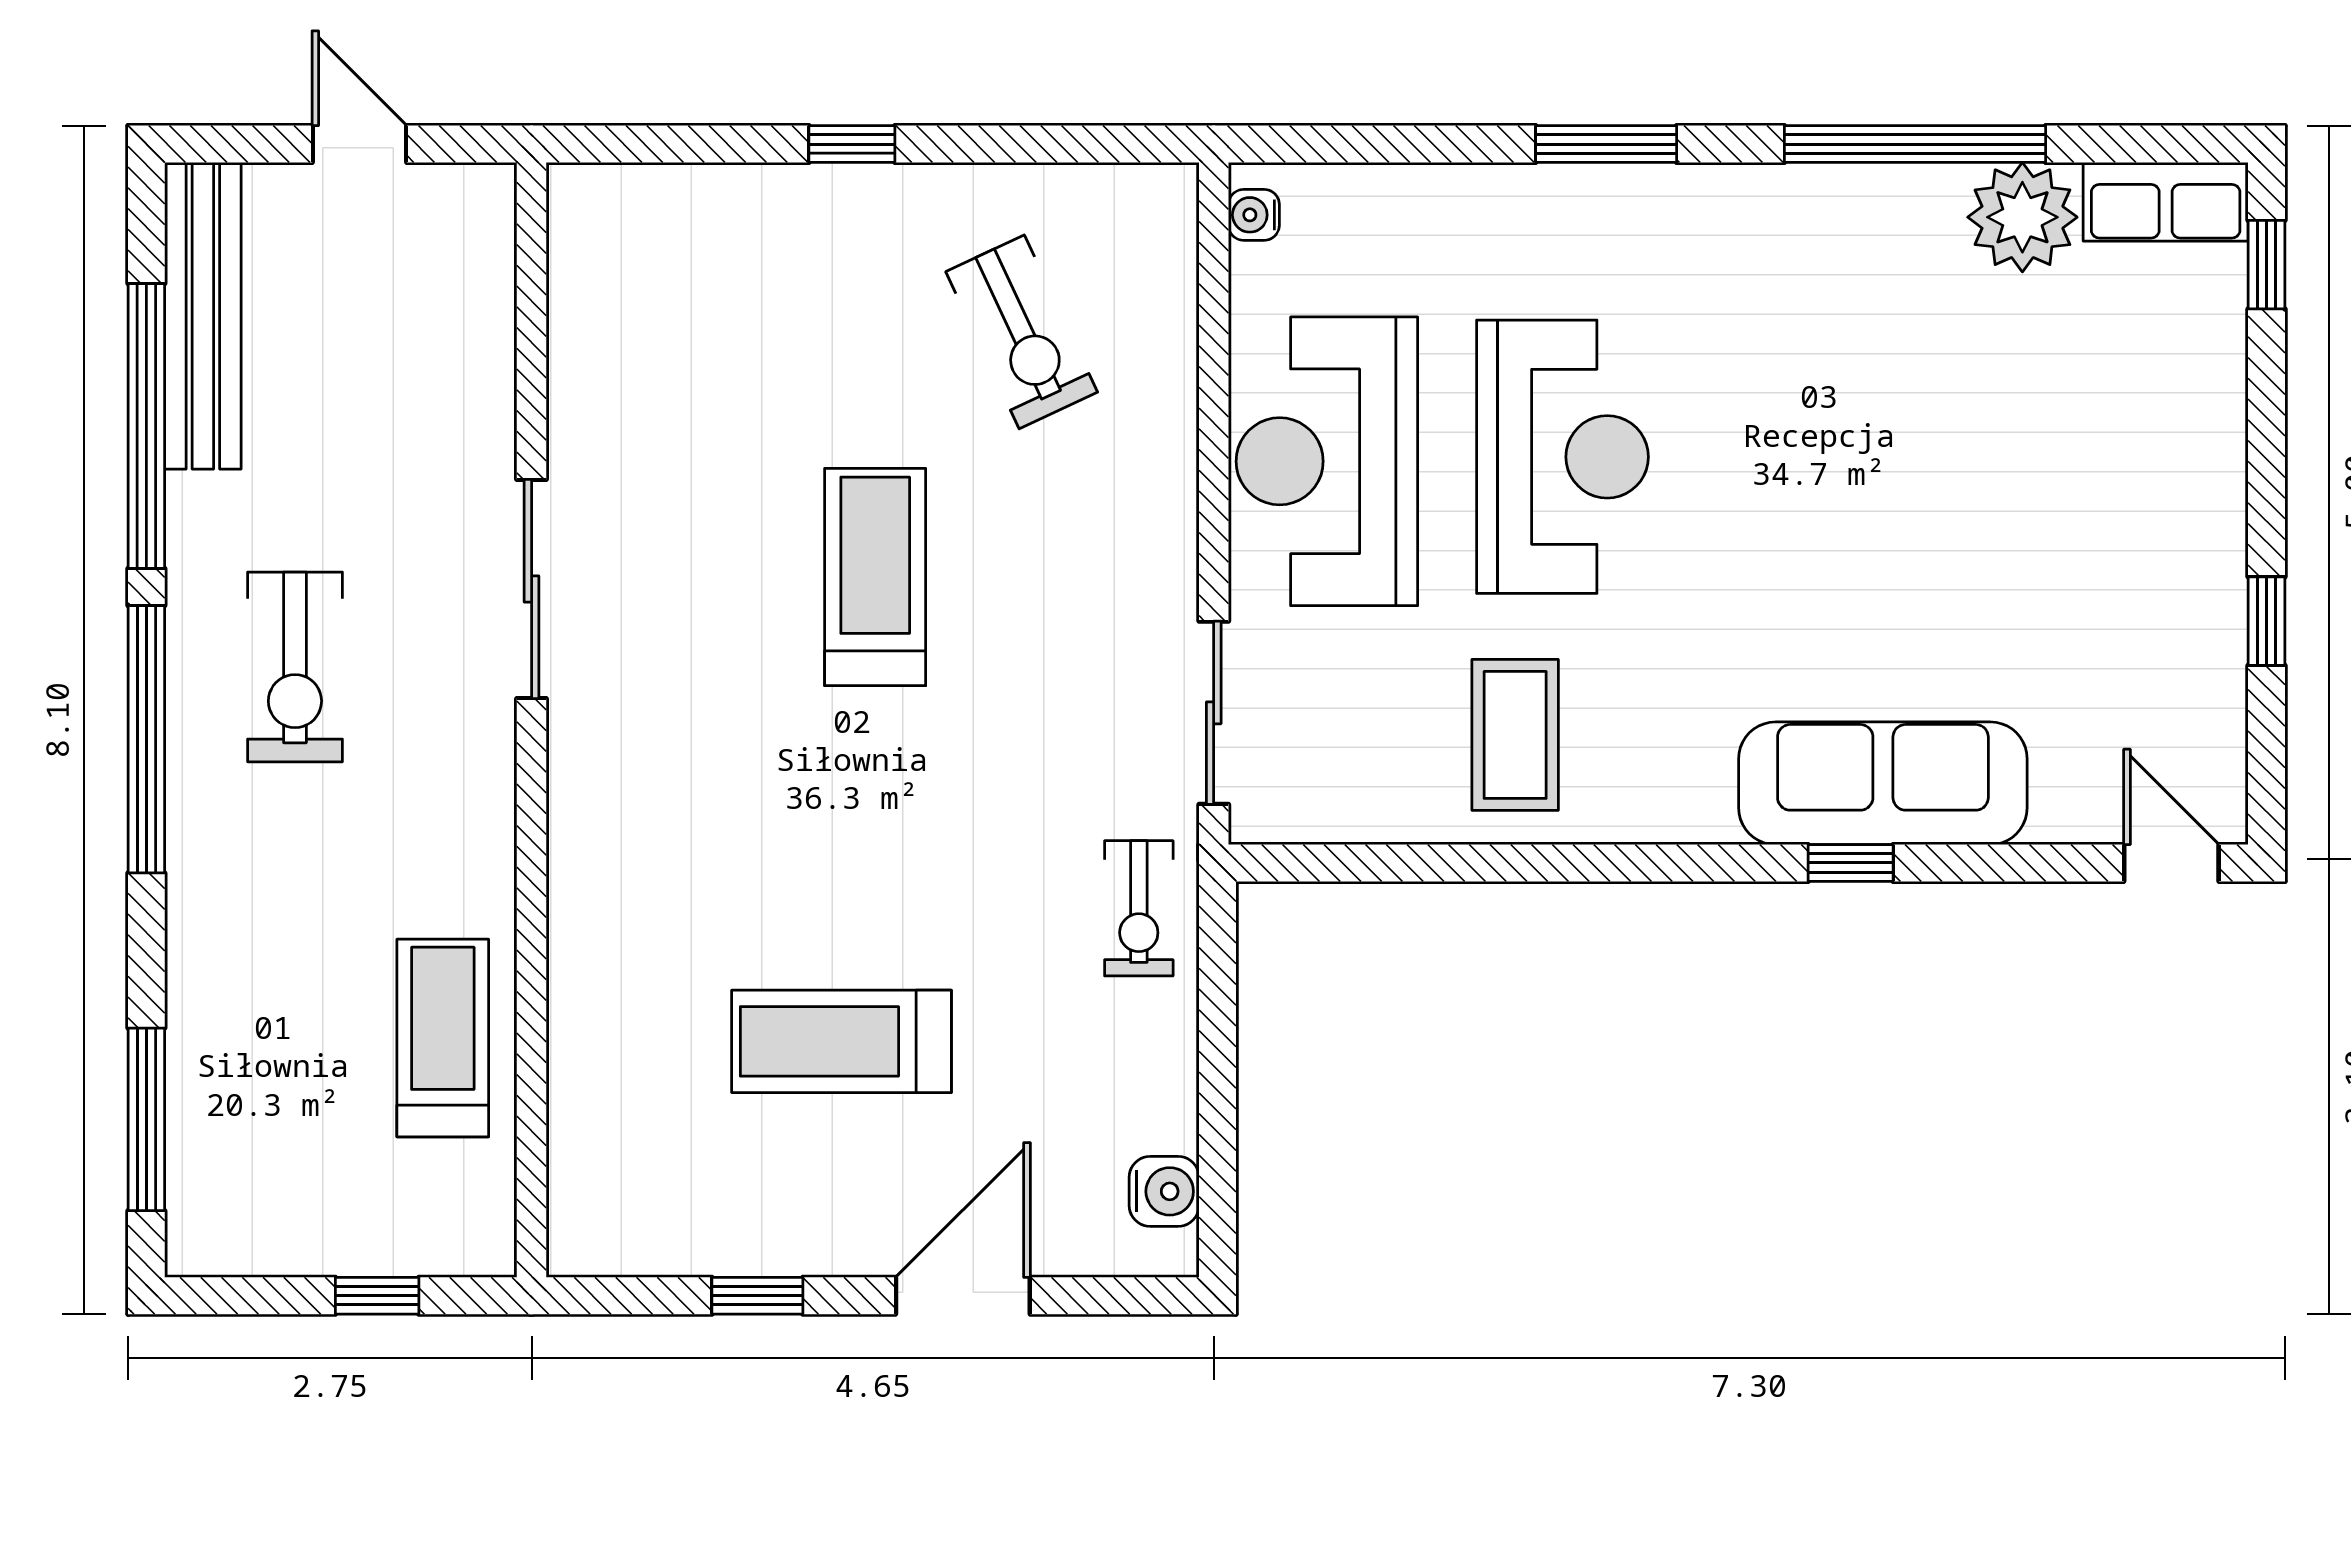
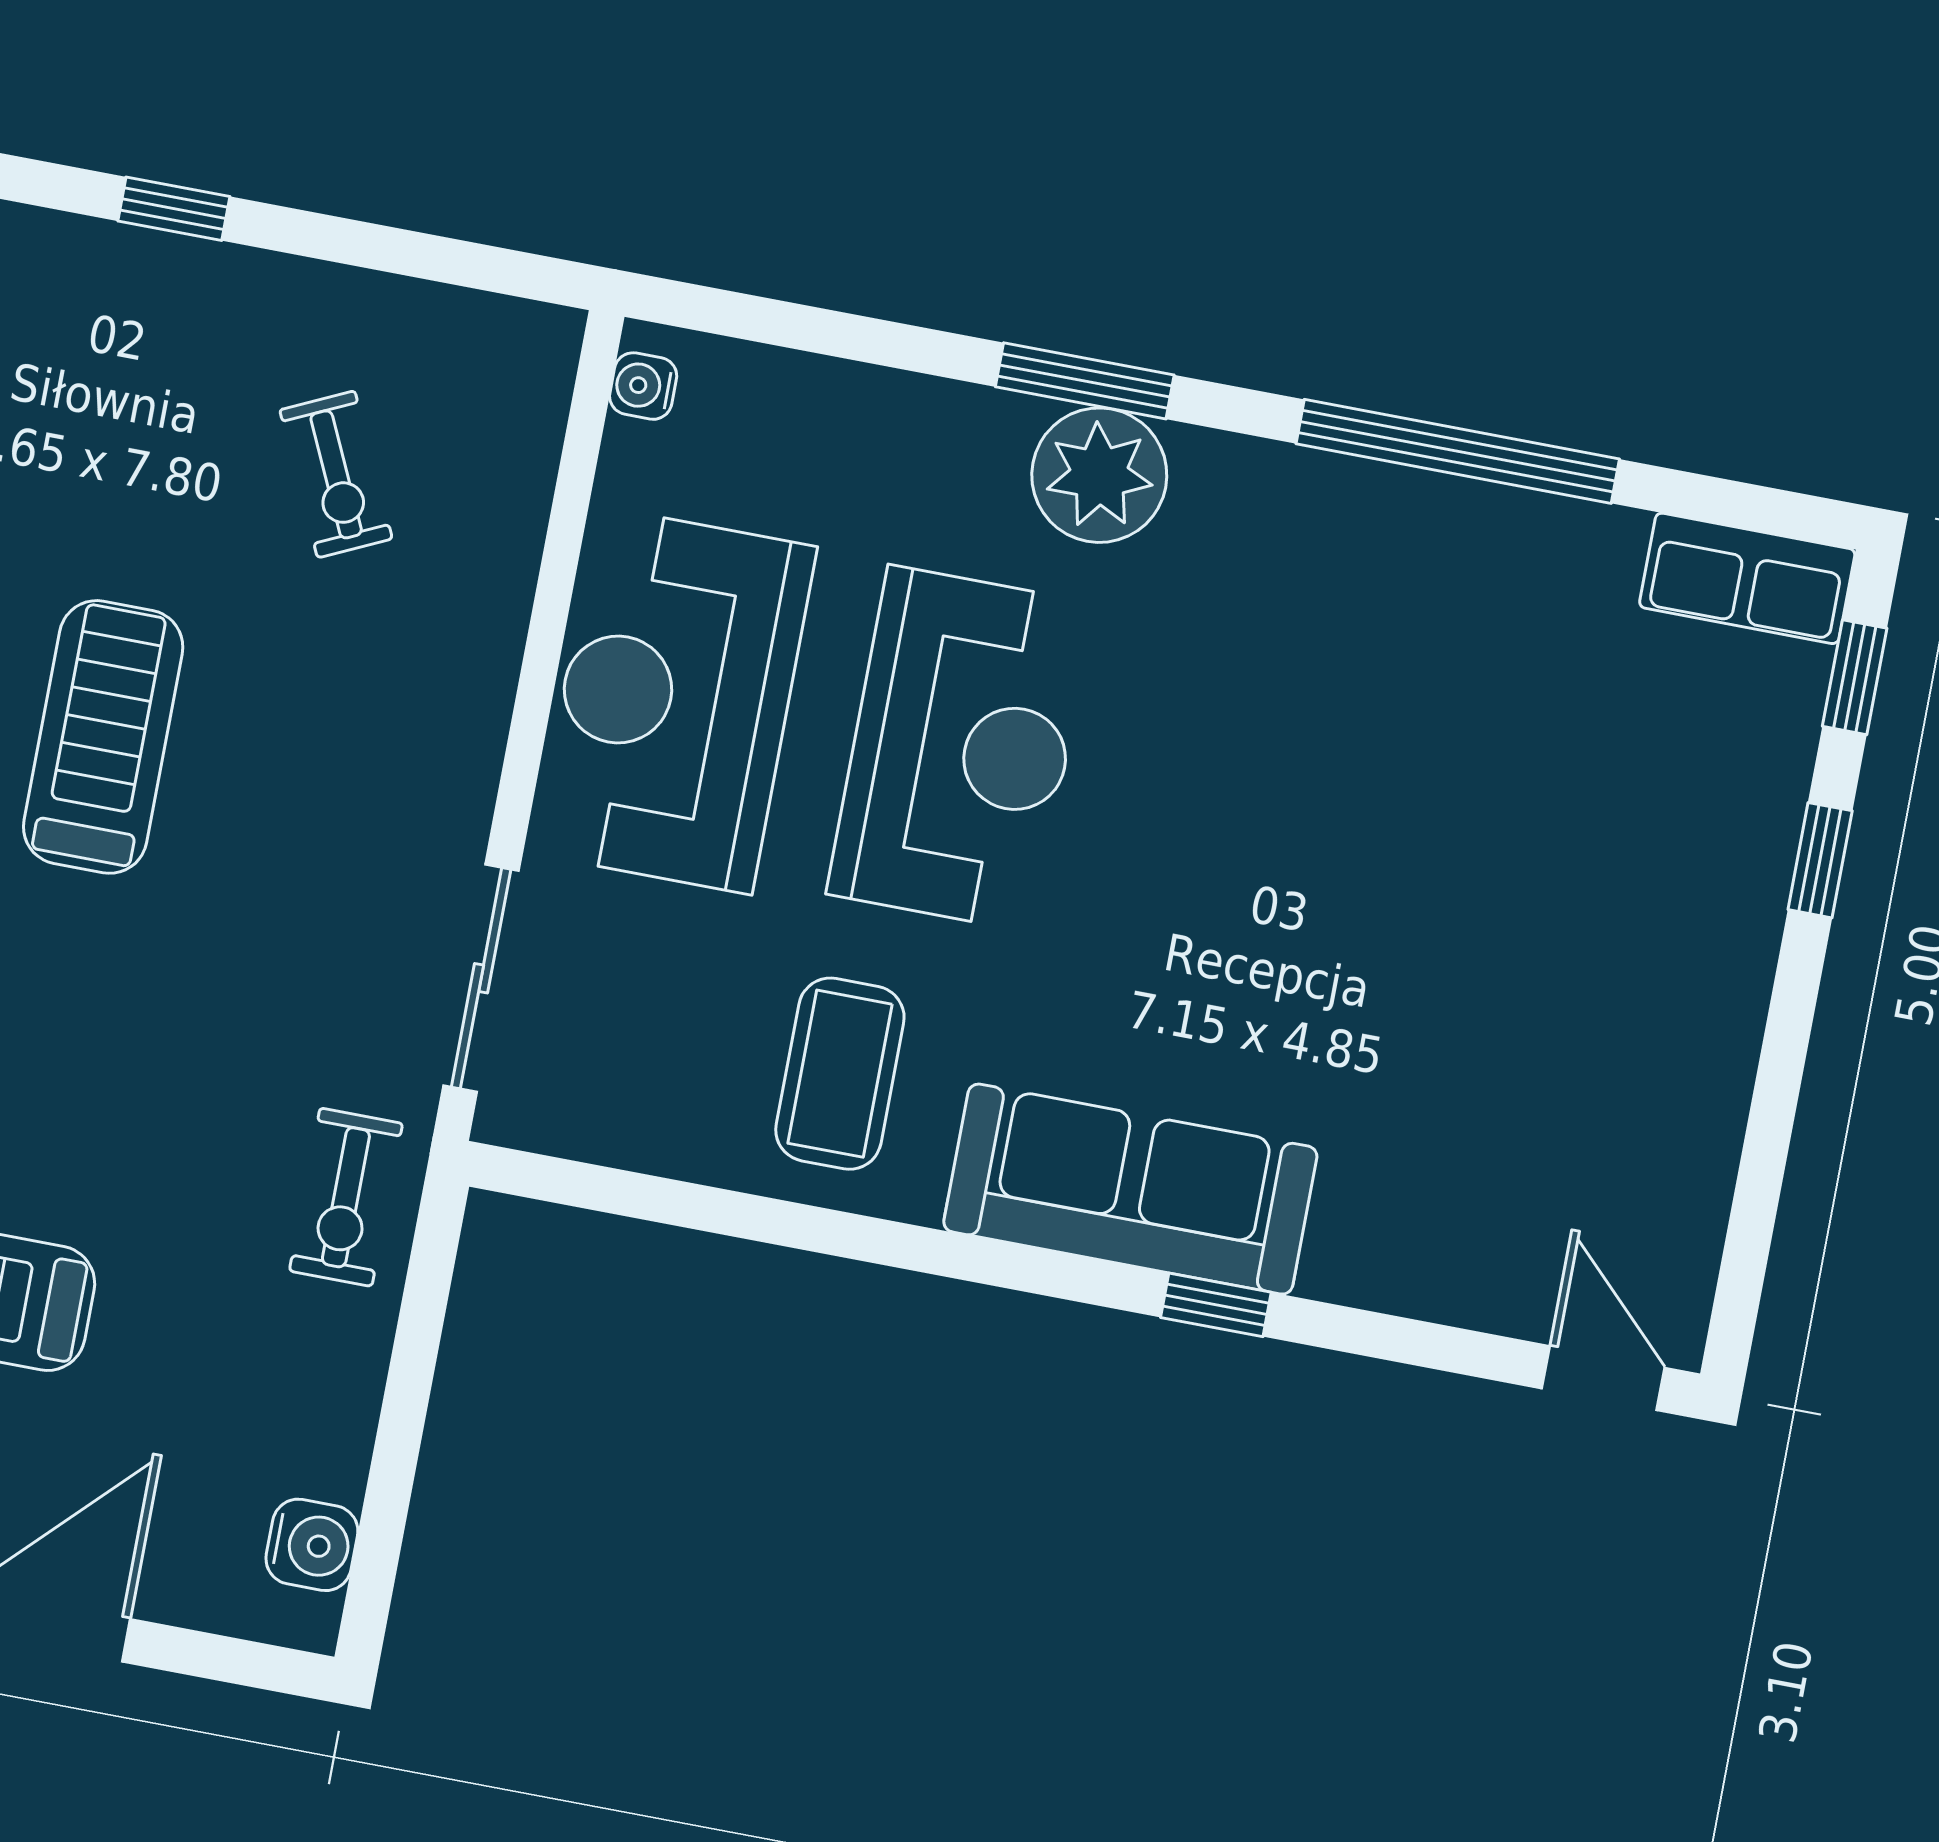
plant: (2022, 217) -> (1099, 475), moved
exercise bike: (1022, 332) -> (336, 474), width x0.73, depth x0.72
window: (2266, 621) -> (1820, 860), moved
sofa: (1883, 783) -> (1130, 1189), moved

